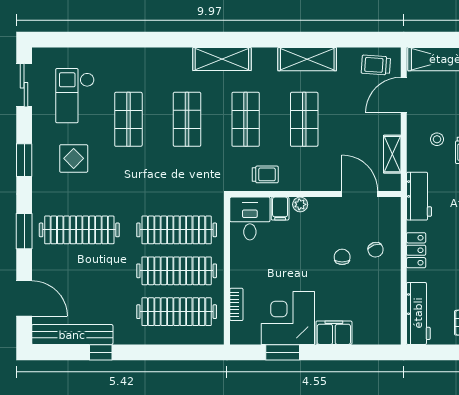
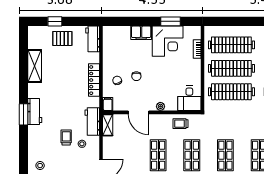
shelving: (392, 154) -> (108, 125), moved
door: (360, 194) -> (138, 112), moved
workbench: (419, 196) -> (92, 122), moved
filing cabinet: (280, 209) -> (108, 104), moved
locker: (416, 250) -> (94, 80), width x1.53
workbench: (418, 313) -> (93, 39), width x0.73

